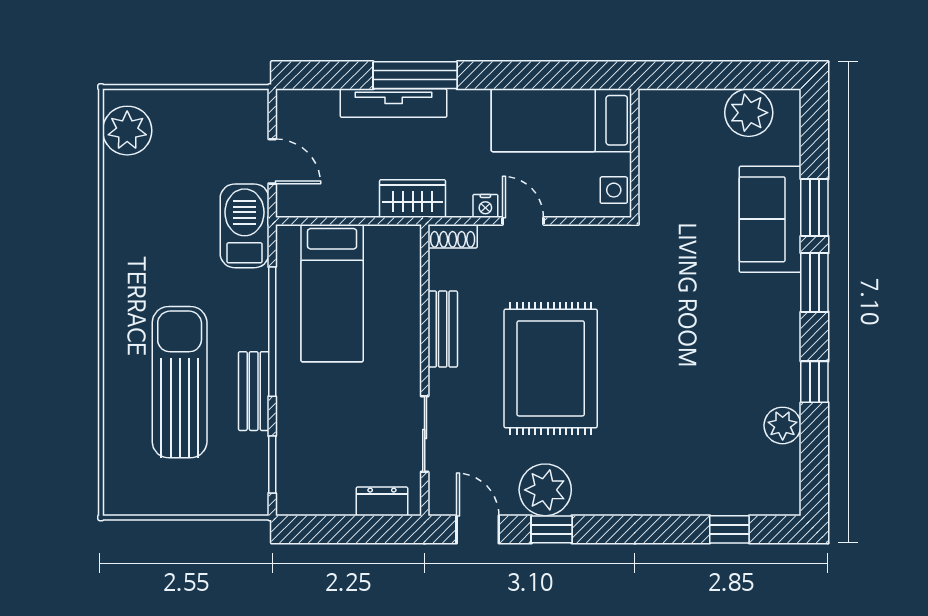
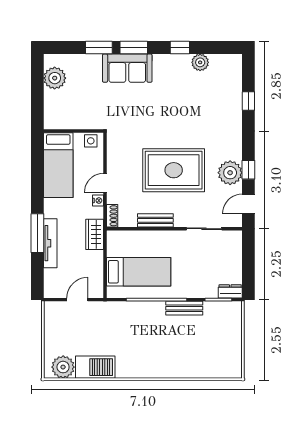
sofa: (770, 219) -> (127, 68), moved
barbecue: (245, 226) -> (95, 367), moved, turned 180
sun lounger: (180, 382) -> (180, 343), removed
dresser: (382, 501) -> (230, 291), moved, turned 90
window: (729, 529) -> (248, 101), moved

